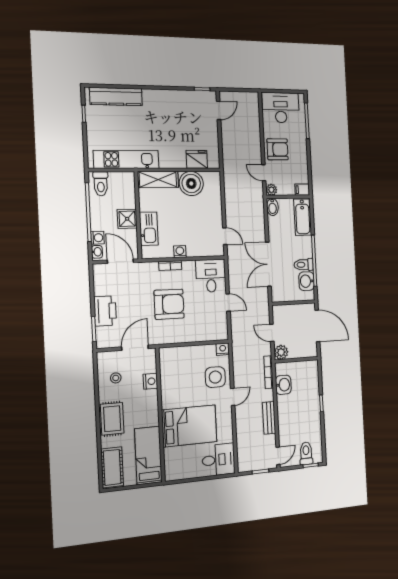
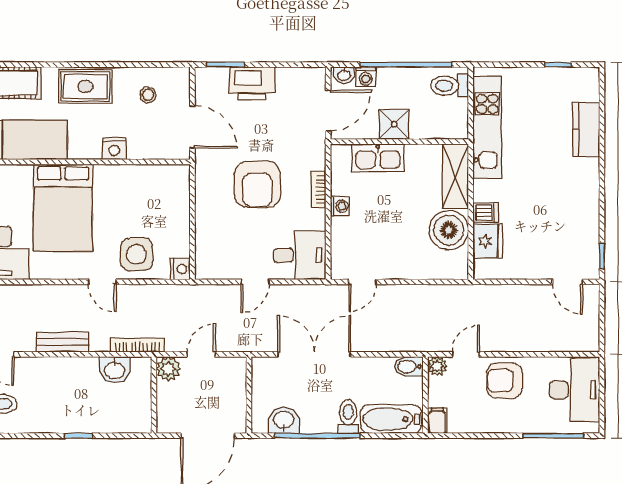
kitchen counter: (116, 97) -> (586, 129), width x0.67
armchair: (278, 149) -> (505, 381), turned 90
dishwasher: (180, 161) -> (485, 213), added
toilet: (304, 265) -> (348, 417), moved
nightstand: (150, 381) -> (114, 149), moved

